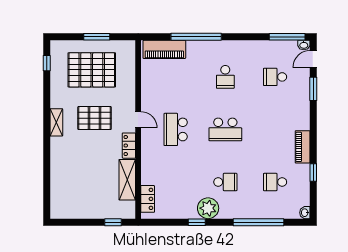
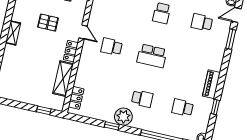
pallet: (95, 118) -> (48, 23), width x0.67, depth x0.71
shelving: (56, 122) -> (13, 33), moved
school desk: (176, 129) -> (112, 47), width x0.54

